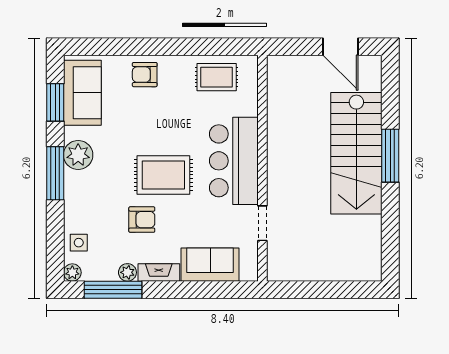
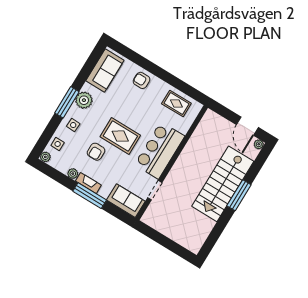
plant: (374, 63) -> (259, 144), added
window: (55, 102) -> (88, 67), removed
side table: (85, 201) -> (73, 125), added
armchair: (142, 220) -> (96, 152), turned 90
sofa: (210, 265) -> (126, 201), moved
window: (113, 290) -> (90, 196), moved

